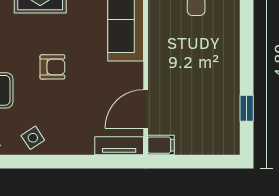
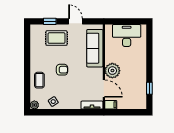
plant: (165, 69) -> (112, 71), added
door: (146, 109) -> (104, 89), swing flipped

